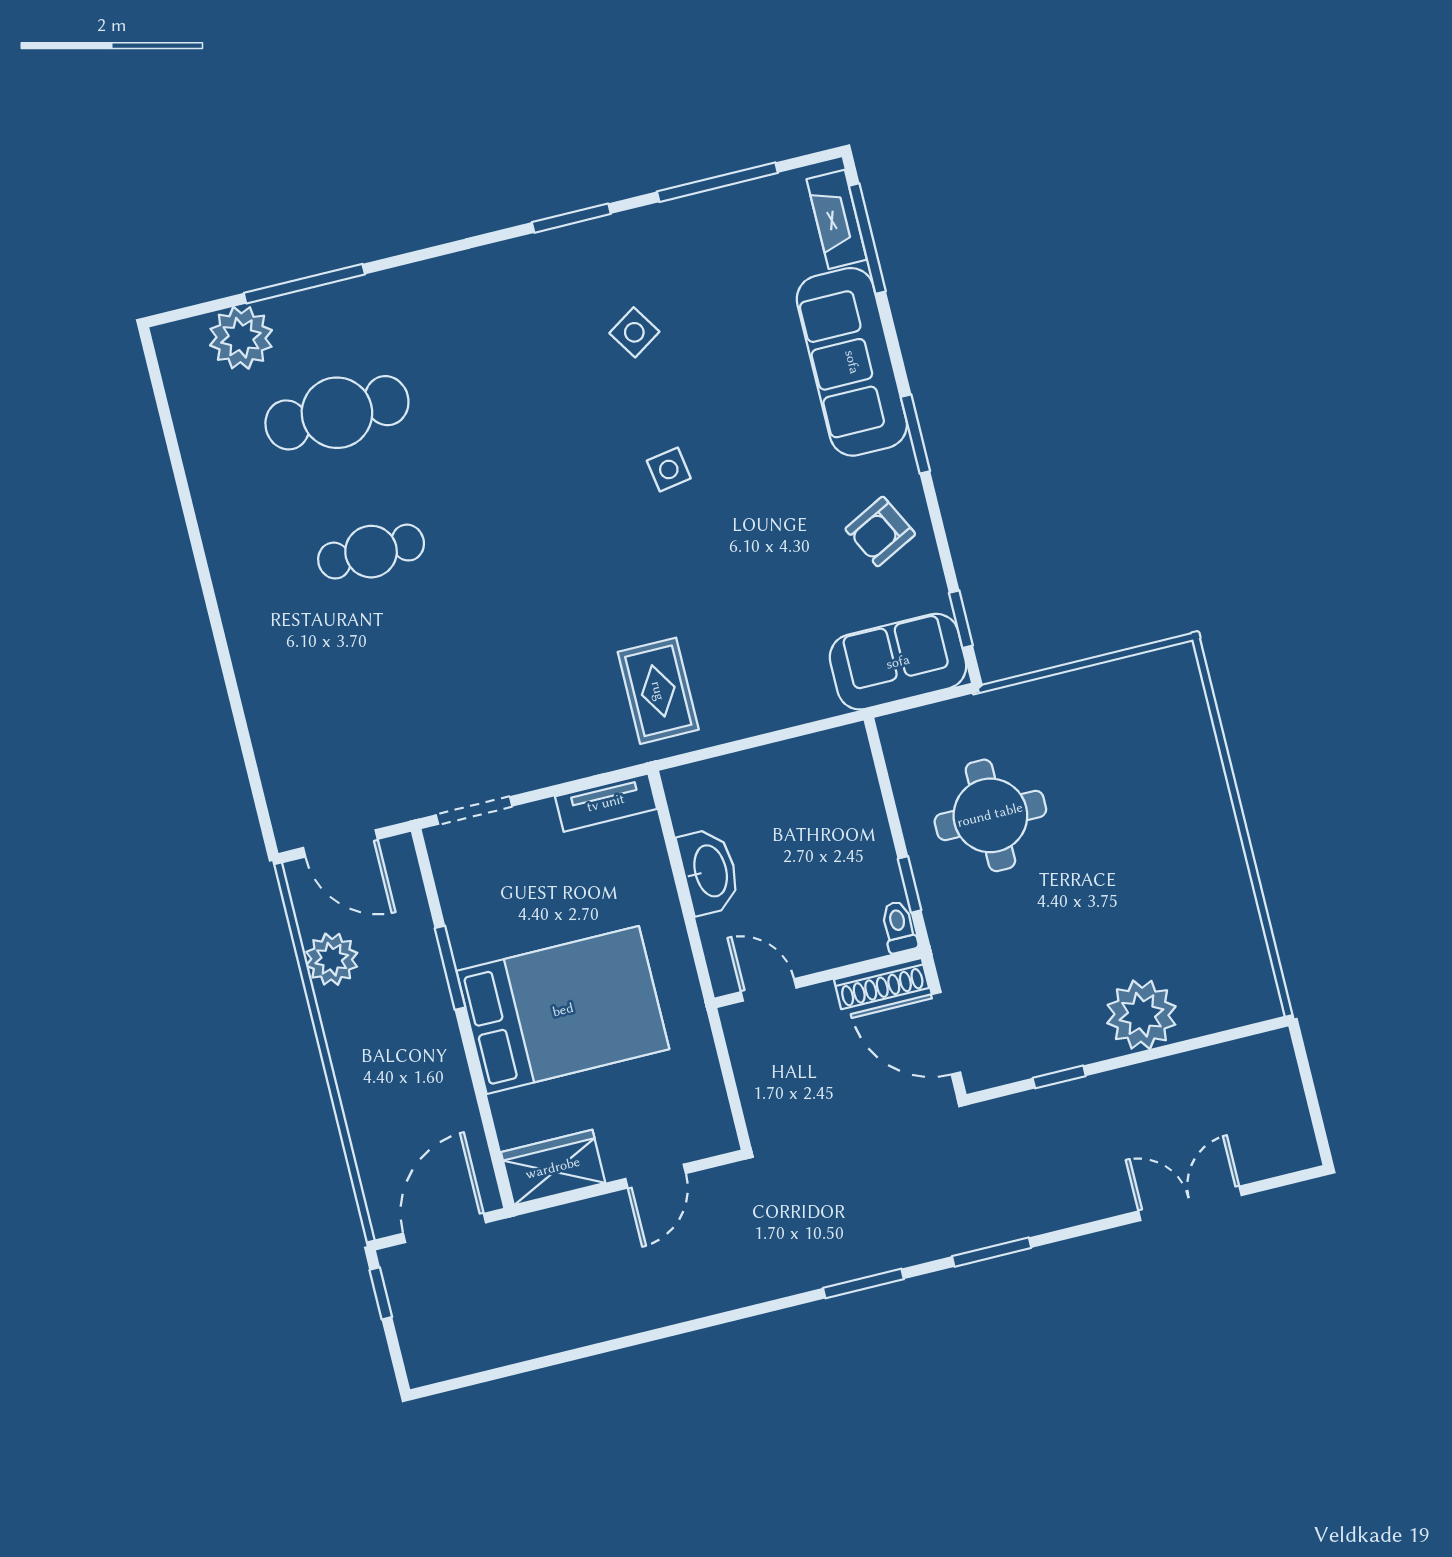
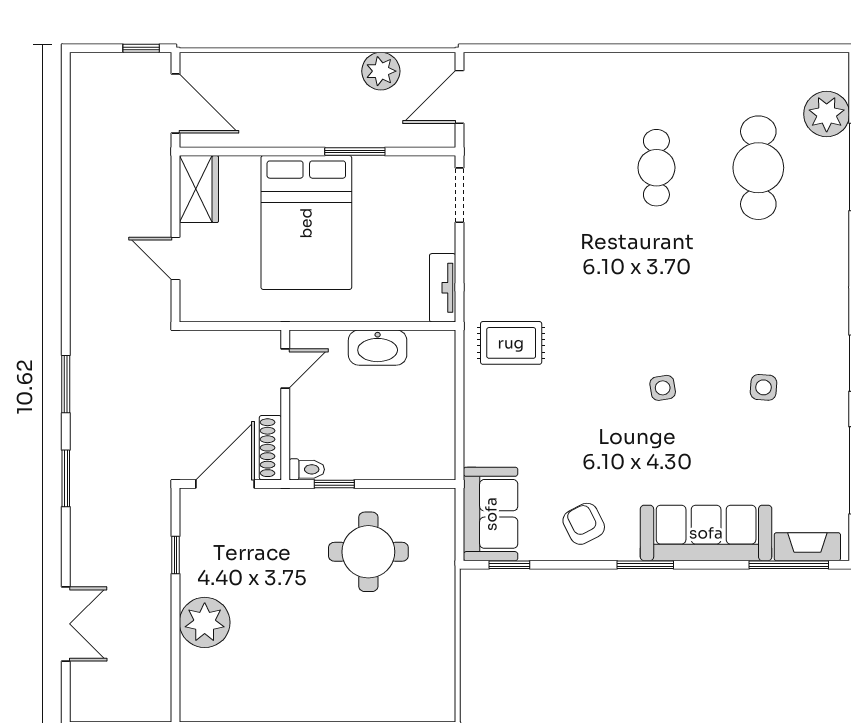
side table: (634, 332) -> (764, 387), turned 37

